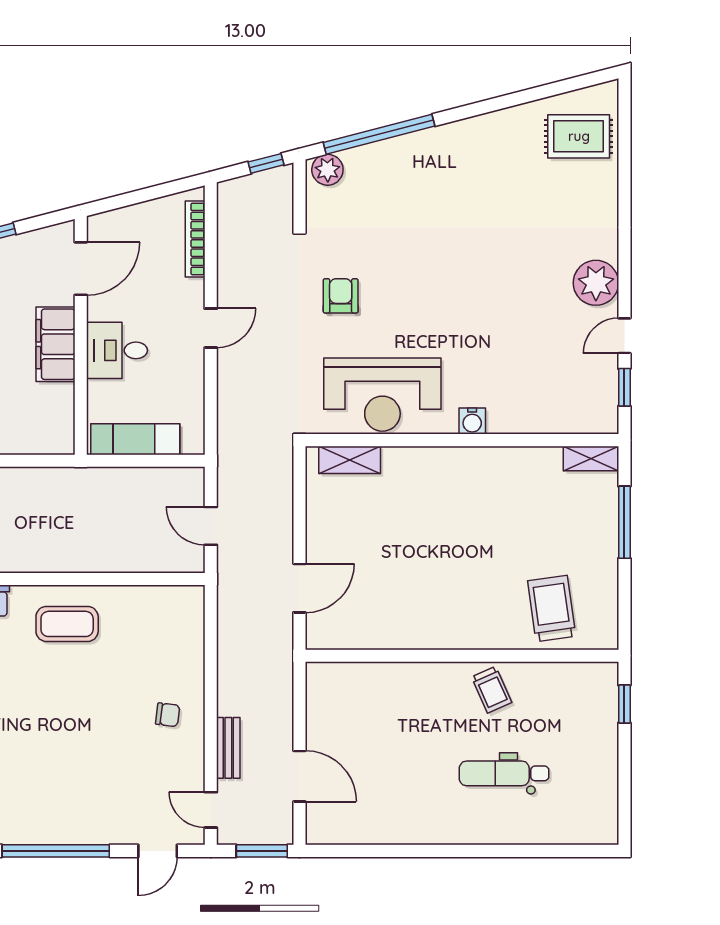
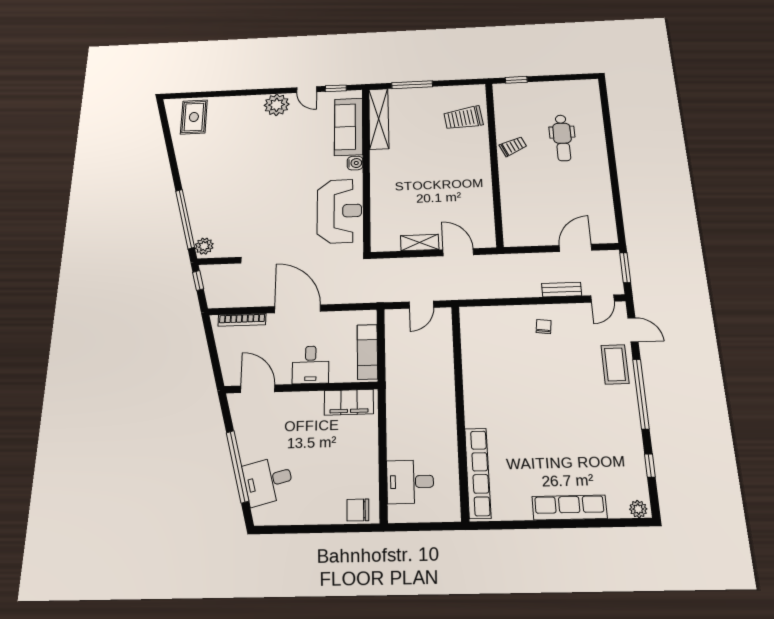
armchair: (341, 296) -> (280, 236), removed
door: (211, 328) -> (298, 309), width x1.87
filing cabinet: (55, 344) -> (349, 402), moved
sofa: (545, 410) -> (349, 127), added
shelving: (591, 458) -> (379, 119), width x2.20, depth x1.33
shelving: (350, 460) -> (420, 243), moved, turned 90
coffee table: (67, 624) -> (615, 364), moved

